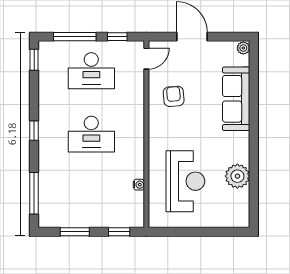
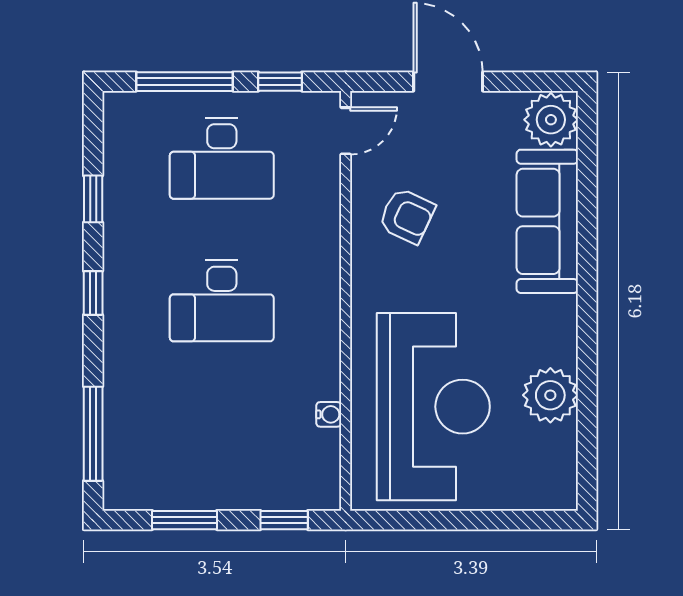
plant: (243, 48) -> (551, 120), width x1.87, depth x1.87
window: (34, 60) -> (93, 199), moved
armchair: (174, 96) -> (407, 216), turned 120
reception desk: (185, 181) -> (433, 407), width x1.36, depth x1.30

